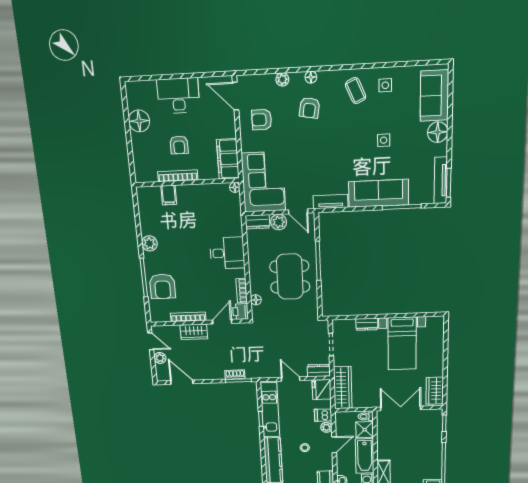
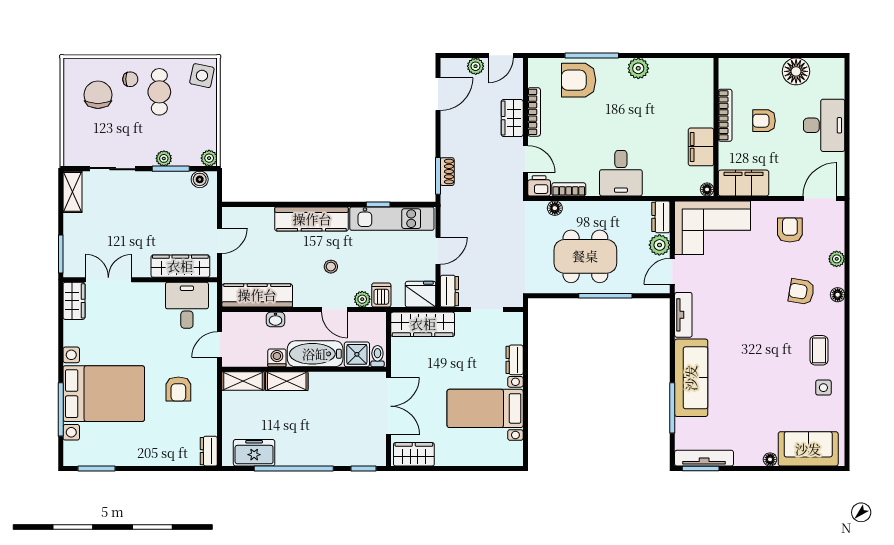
coffee table: (356, 91) -> (819, 350), turned -66
floor lamp: (438, 132) -> (770, 459), width x0.53, depth x0.53
side table: (384, 140) -> (758, 385), removed
filing cabinet: (169, 195) -> (701, 147), moved, width x2.00

